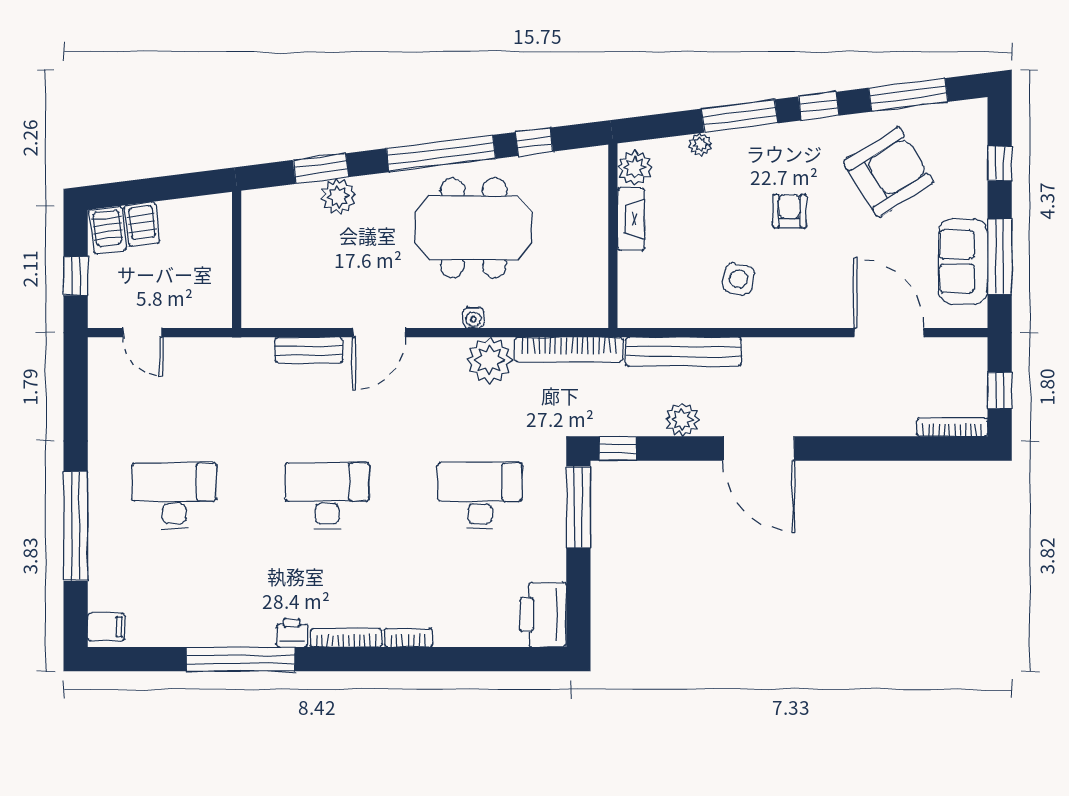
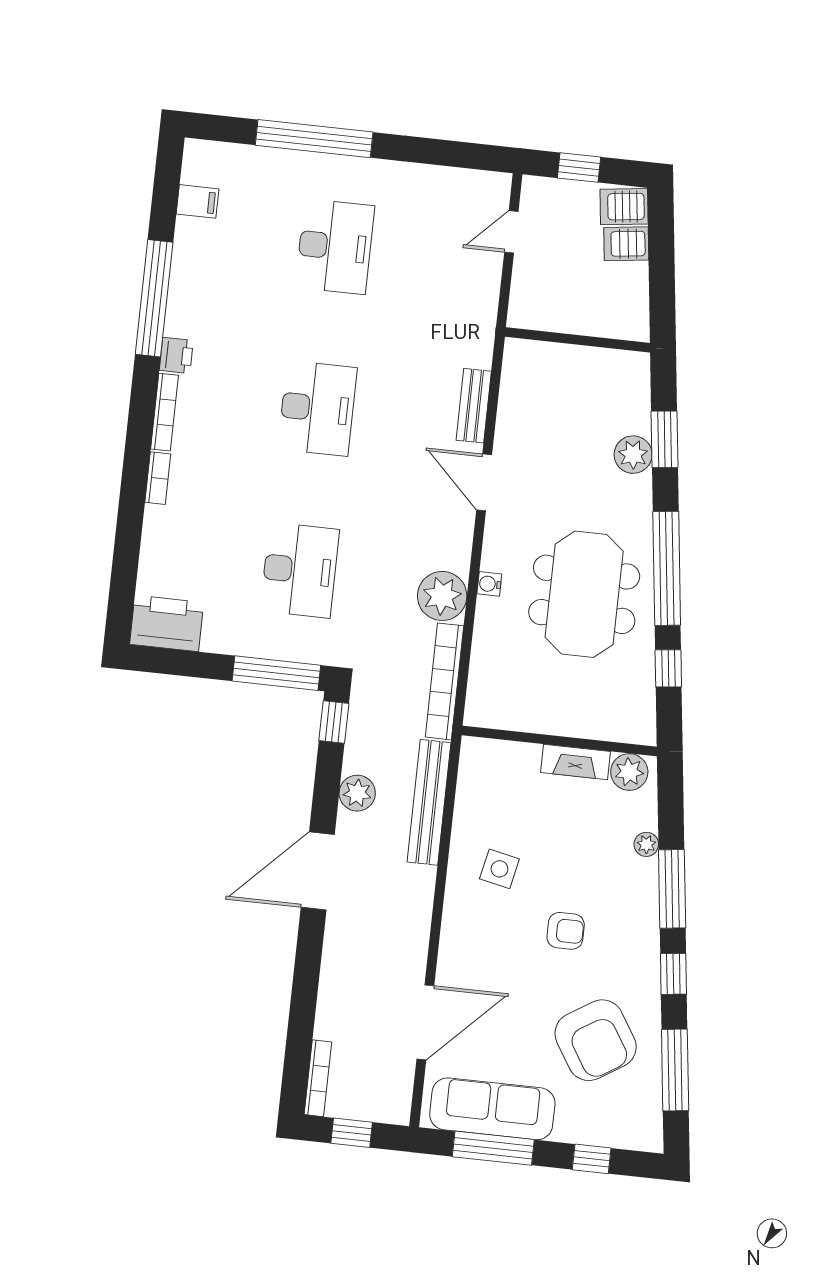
sofa: (963, 261) -> (492, 1109), width x1.36
filing cabinet: (106, 627) -> (198, 201), moved, turned -90

